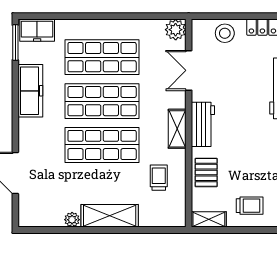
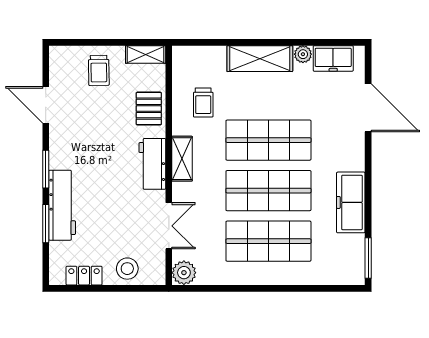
freezer: (37, 30) -> (333, 58), moved, turned 180
trolley: (250, 206) -> (99, 70), turned -91

